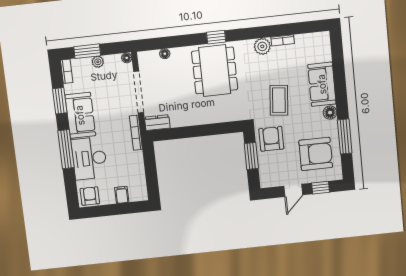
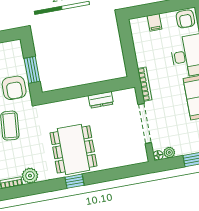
floor lamp: (165, 54) -> (122, 162), removed
plant: (98, 62) -> (169, 152), moved
dresser: (157, 123) -> (101, 100), moved

